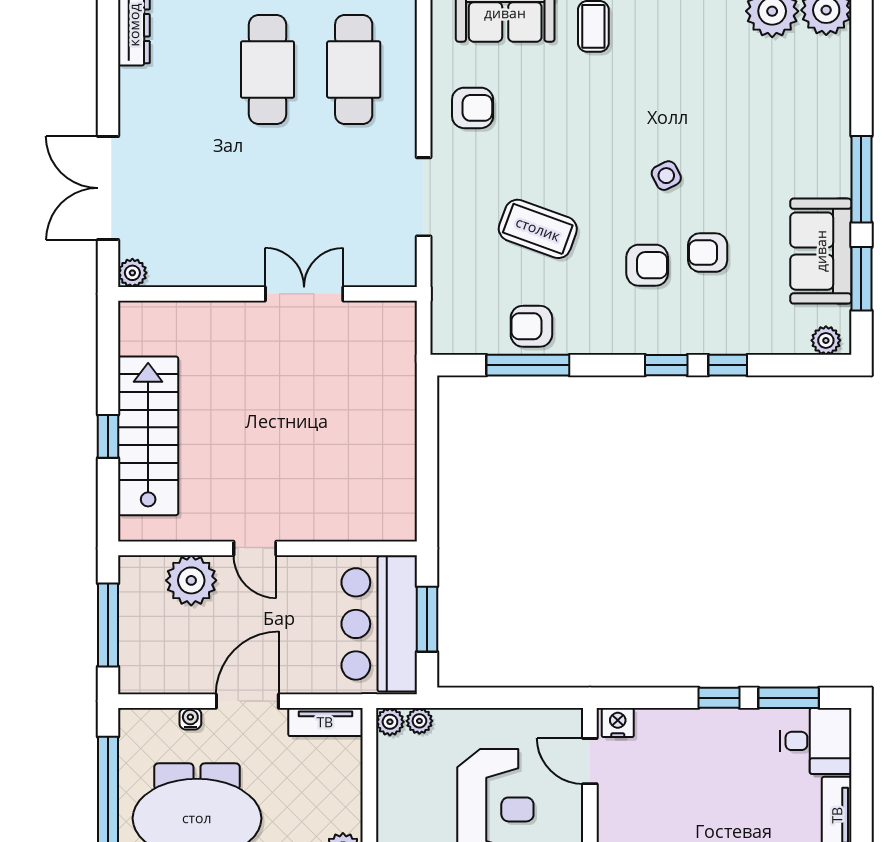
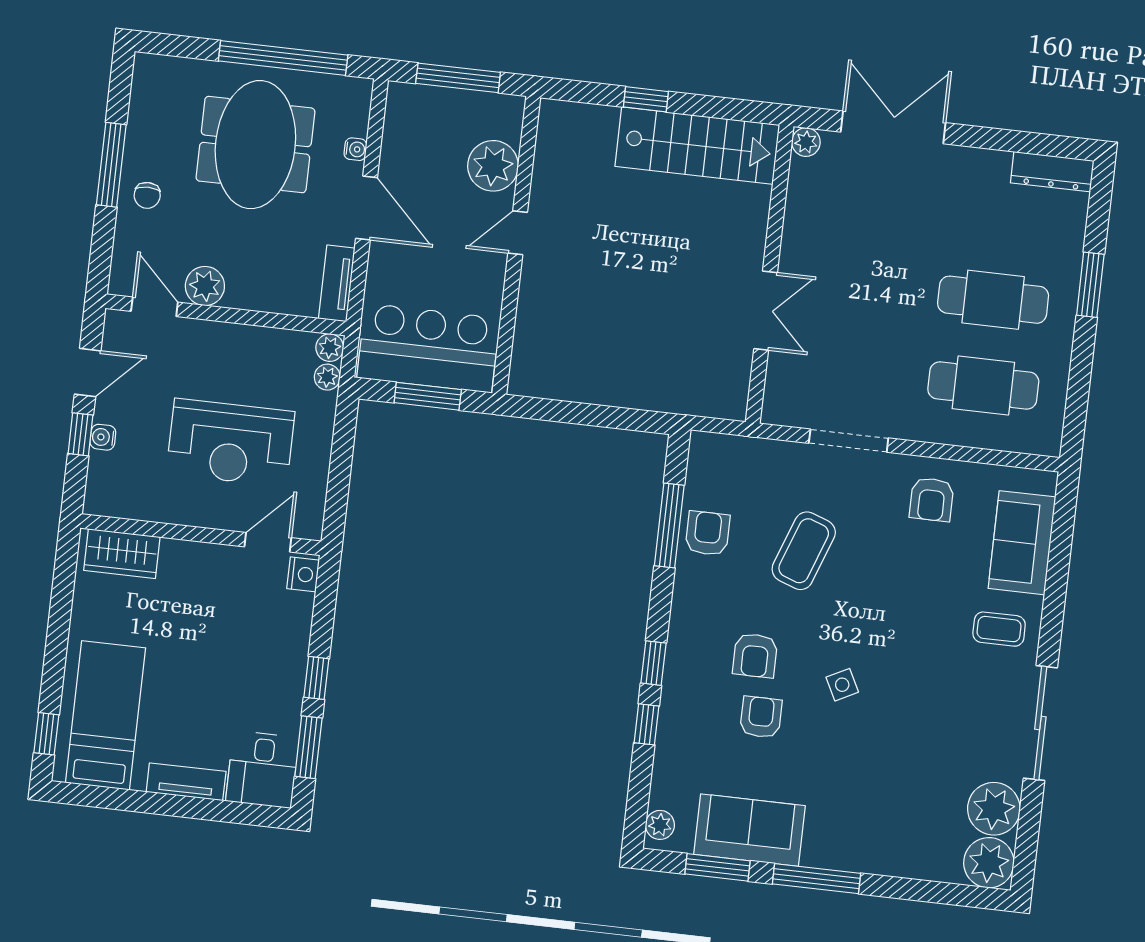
stairs: (148, 436) -> (697, 146), moved

